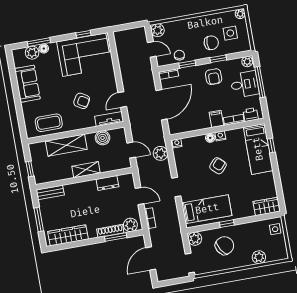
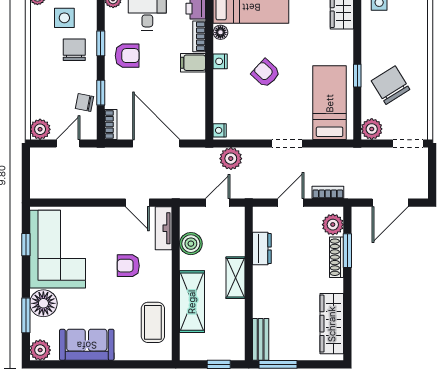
floor lamp: (44, 49) -> (43, 303), width x1.89, depth x1.89
plant: (32, 53) -> (40, 350), moved
armchair: (82, 101) -> (128, 266), turned -121
floor lamp: (210, 138) -> (220, 32), moved
window: (39, 219) -> (278, 364), moved
plant: (259, 257) -> (418, 35), removed
door: (151, 258) -> (390, 203), hinge flipped

